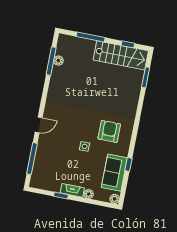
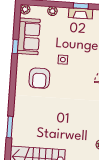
window: (146, 77) -> (10, 127), moved
fireplace: (72, 190) -> (81, 13), moved

